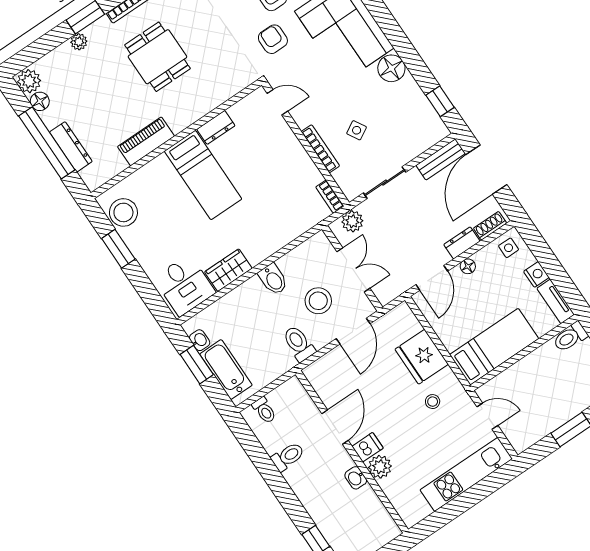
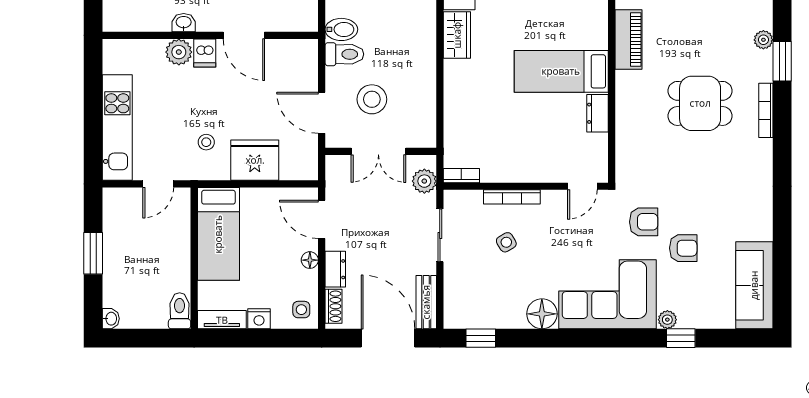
bidet: (273, 279) -> (341, 29), moved, turned 180

